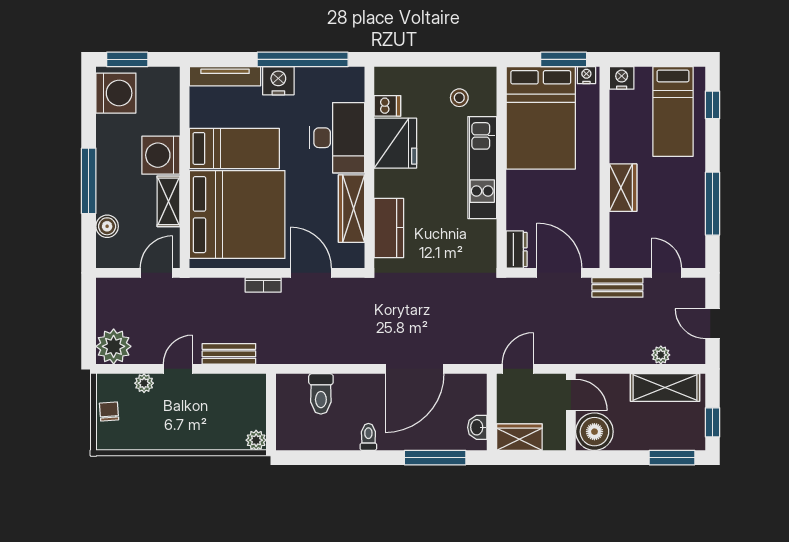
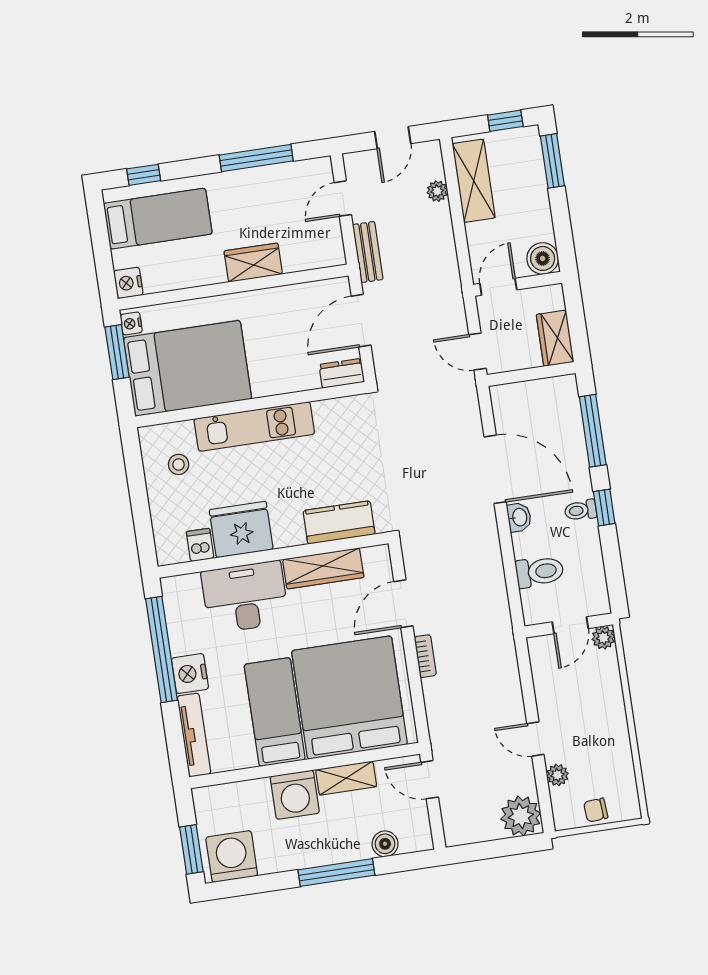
bench: (229, 354) -> (510, 683), removed
door: (271, 413) -> (570, 625), added
washbasin: (477, 427) -> (519, 517), moved, turned -90
boiler: (594, 432) -> (543, 258), width x0.73, depth x0.73
window: (368, 458) -> (604, 507), added

